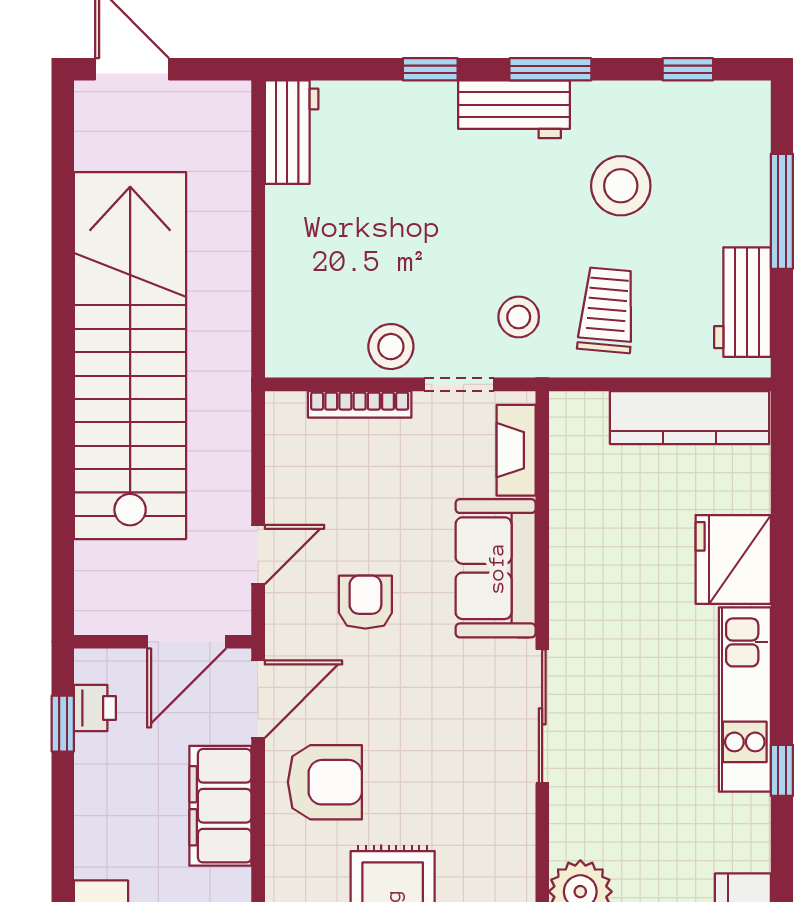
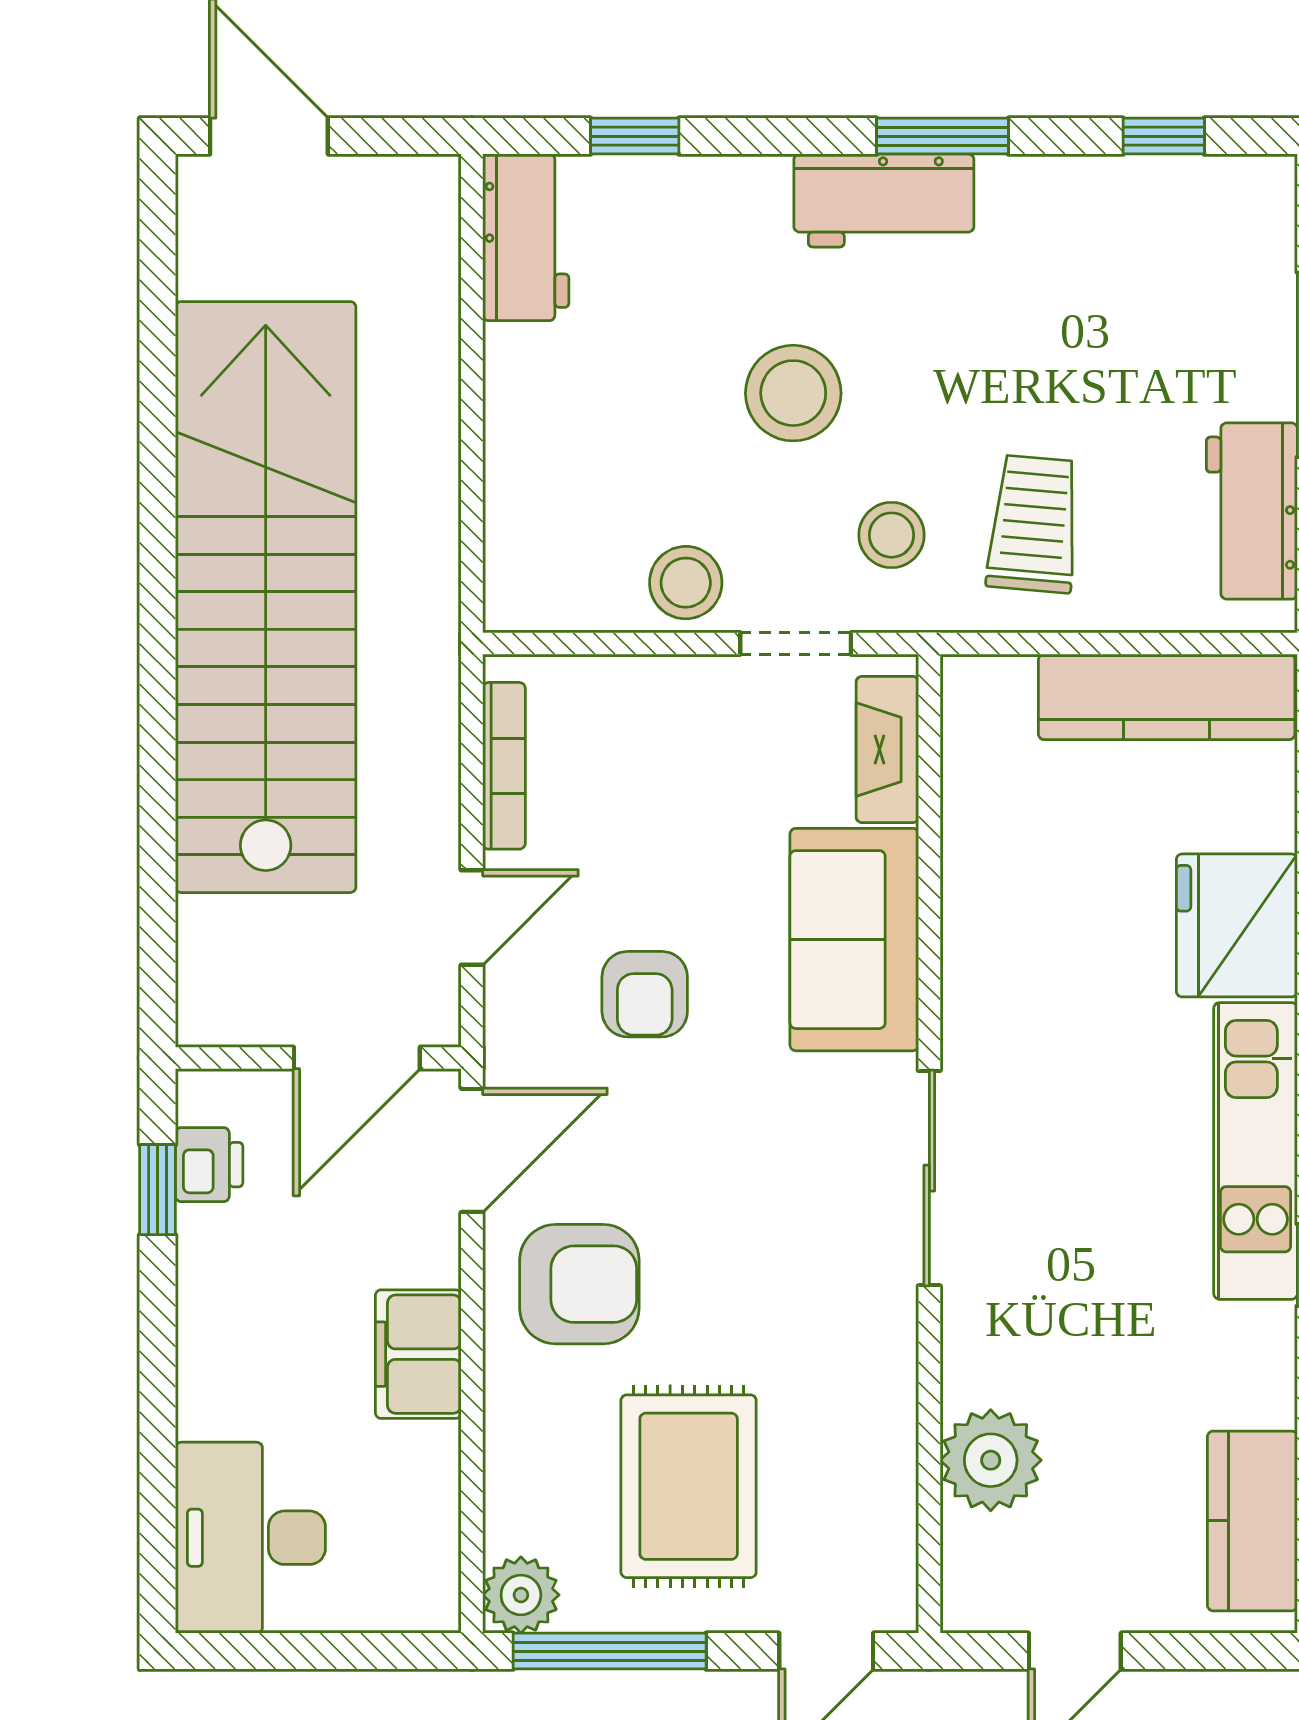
window: (430, 69) -> (635, 136), moved
stool: (621, 186) -> (793, 393), moved
bookcase: (360, 404) -> (504, 766), moved, turned -90
armchair: (365, 602) -> (645, 994), turned 180
filing cabinet: (220, 806) -> (418, 1354), width x0.67, depth x0.86

